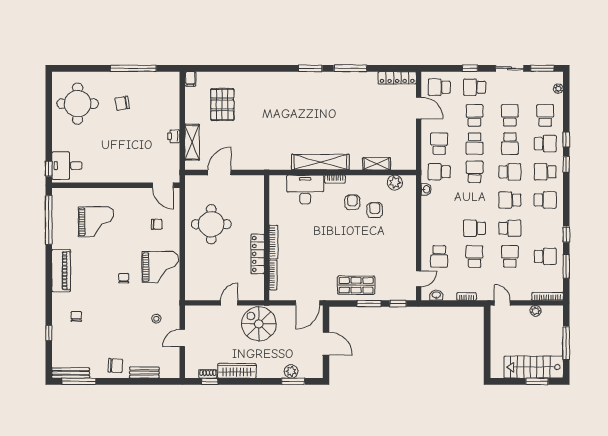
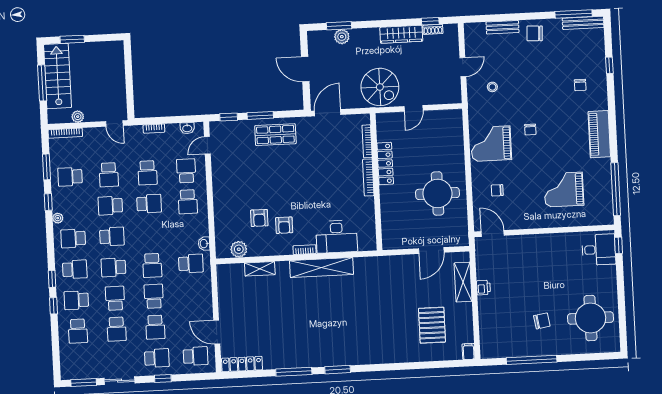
plant: (558, 89) -> (58, 218), moved
school desk: (439, 144) -> (188, 202), moved
stairs: (534, 367) -> (58, 76), moved, turned -90

